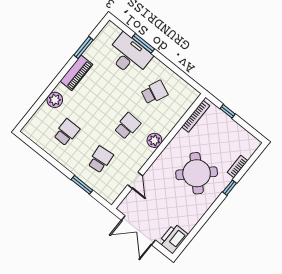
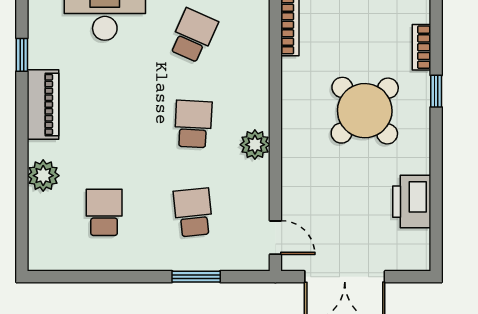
window: (83, 48) -> (22, 55), width x0.67
plant: (154, 140) -> (255, 145), moved
door: (135, 180) -> (275, 238), moved
printer: (173, 239) -> (412, 202), moved

